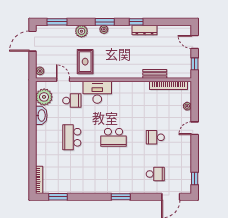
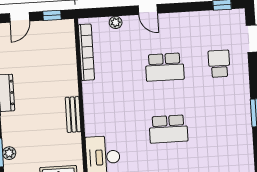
bench: (155, 74) -> (73, 115), moved
school desk: (114, 137) -> (168, 129), turned 90
school desk: (155, 137) -> (165, 67), width x1.85

